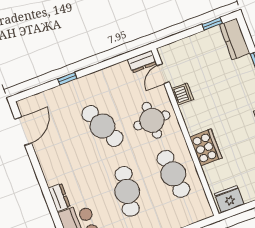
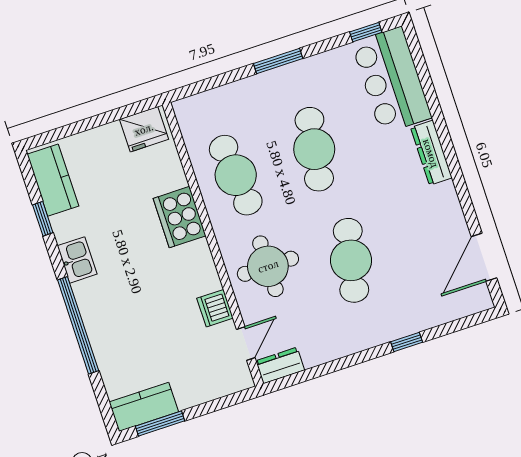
window: (212, 24) -> (160, 424), width x1.50
kitchen counter: (235, 39) -> (144, 407), moved, turned -90
cafe table: (102, 126) -> (351, 260), turned 36
dresser: (59, 197) -> (431, 153), width x1.44

